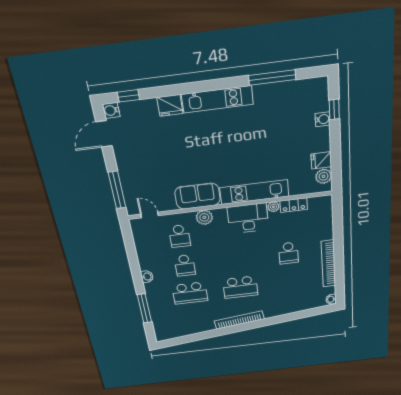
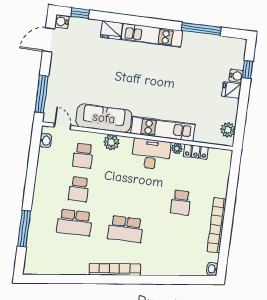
fridge: (321, 160) -> (232, 90), moved
sofa: (197, 196) -> (104, 118), width x1.36
washbasin: (147, 277) -> (45, 141), moved

